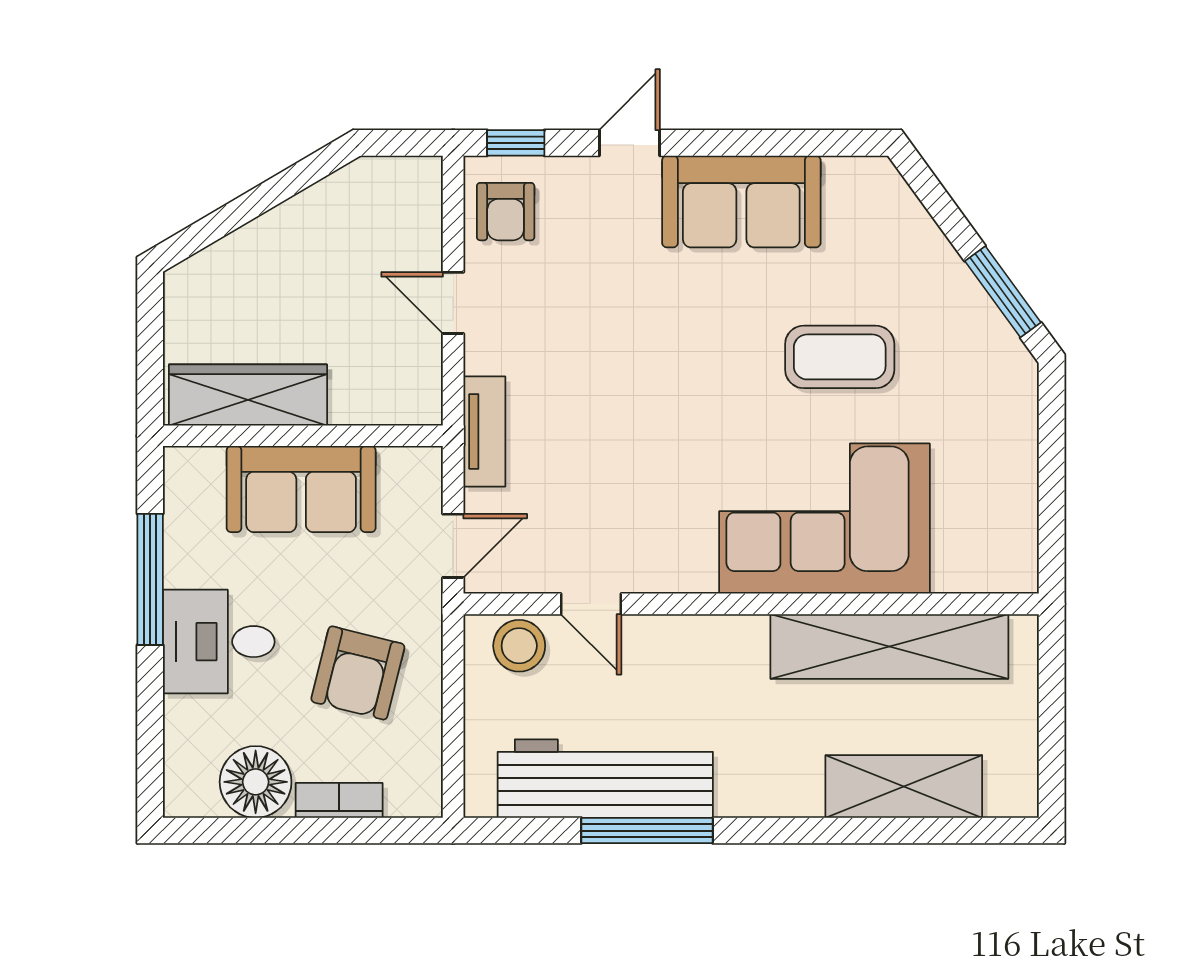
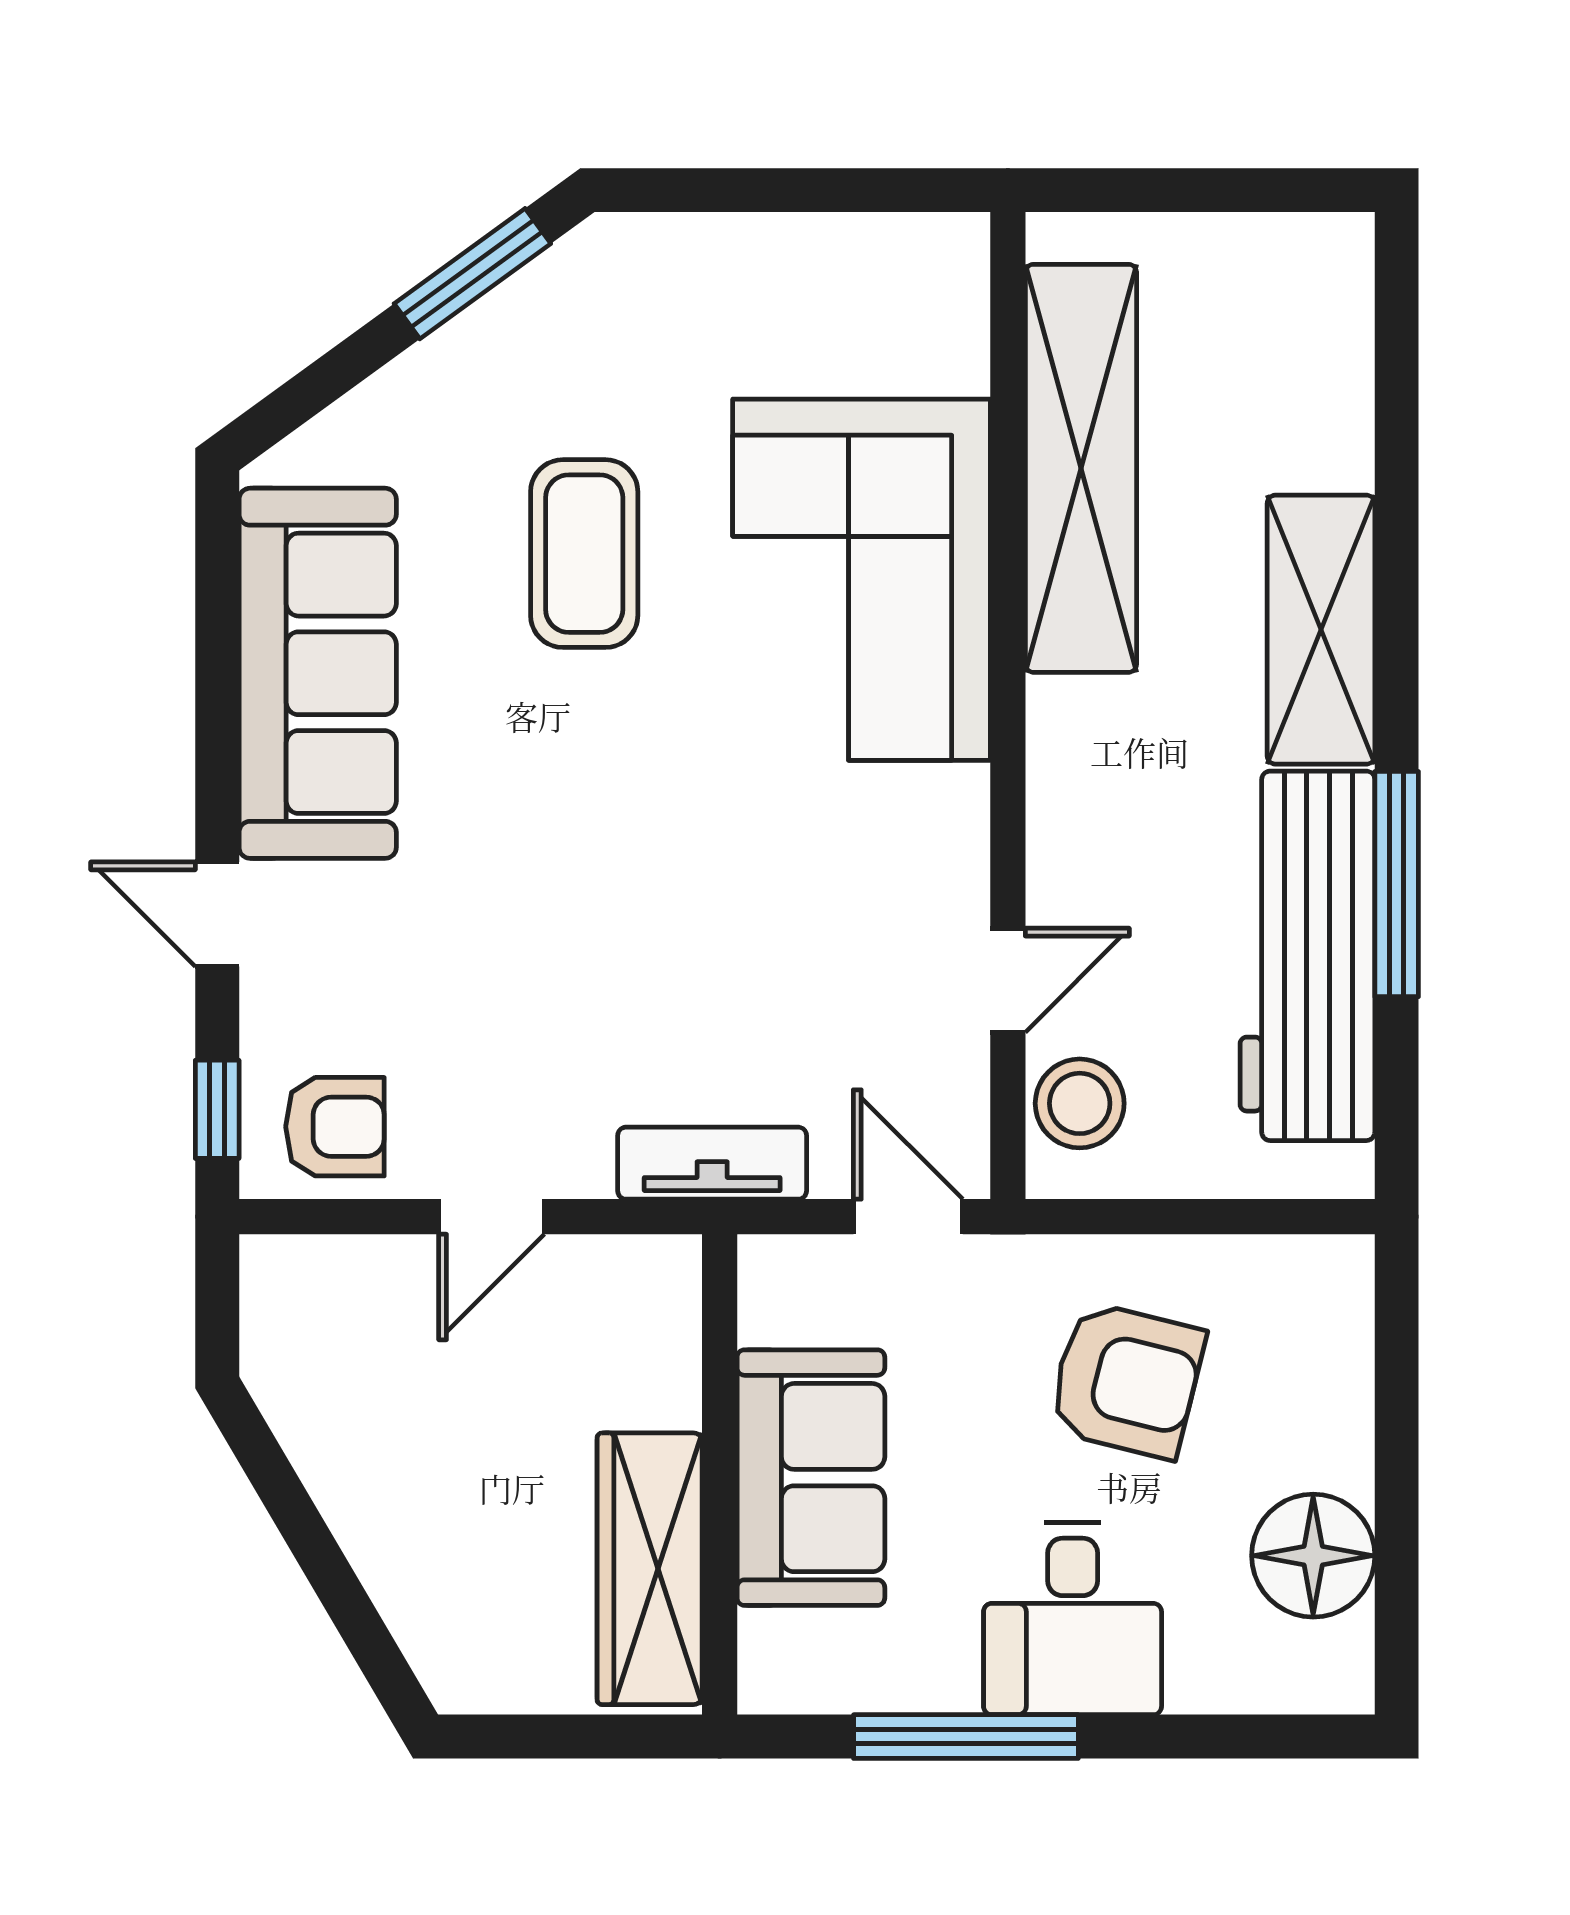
sofa: (741, 202) -> (318, 673), width x1.36
shelving: (904, 786) -> (1321, 630), moved
bookcase: (339, 800) -> (1345, 1412), removed

